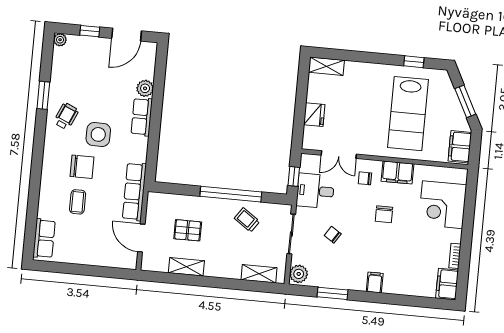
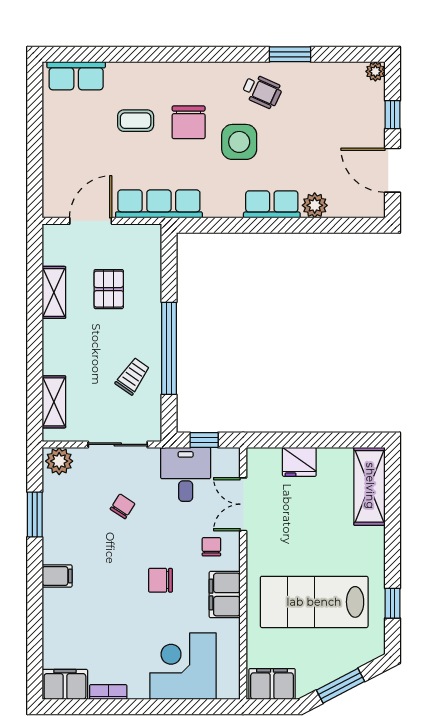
shelving: (326, 66) -> (370, 486), width x1.50, depth x1.33

